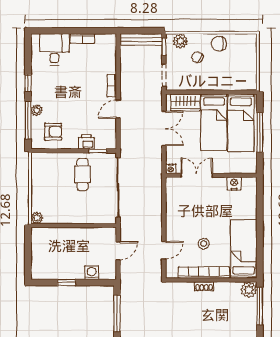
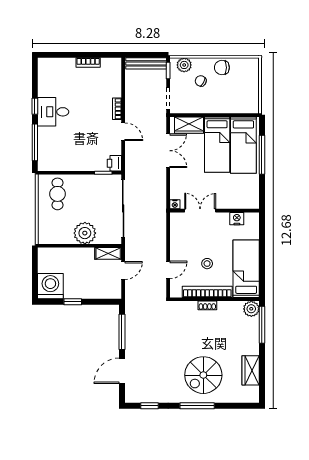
desk: (54, 49) -> (53, 112), moved, turned -90
door: (118, 109) -> (123, 132), swing flipped
plant: (37, 110) -> (43, 133), removed
armchair: (53, 132) -> (59, 154), removed
printer: (86, 142) -> (114, 163), moved, turned -90
nightstand: (171, 169) -> (175, 204), moved
cafe table: (83, 174) -> (58, 194), moved
double door: (197, 175) -> (200, 211), moved
wall: (211, 175) -> (214, 211), moved
nightstand: (234, 183) -> (237, 219), moved
plant: (37, 218) -> (85, 233), moved, width x1.87, depth x1.87
shelving: (103, 233) -> (108, 253), added
washing machine: (92, 273) -> (50, 286), moved, width x1.89, depth x1.89

